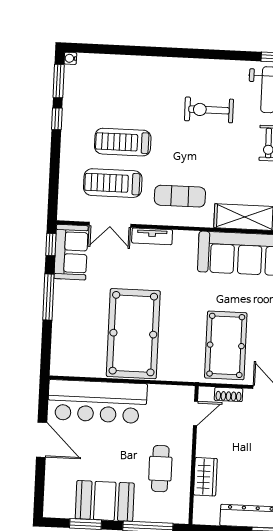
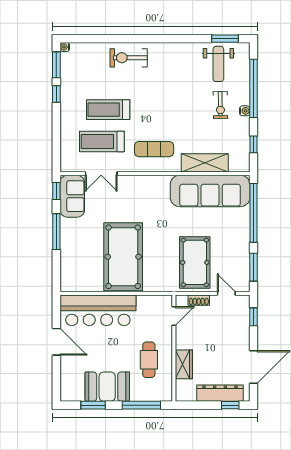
exercise bike: (209, 110) -> (129, 58), moved
tv unit: (152, 236) -> (134, 181), removed

